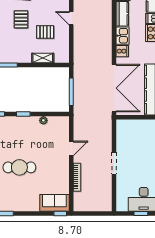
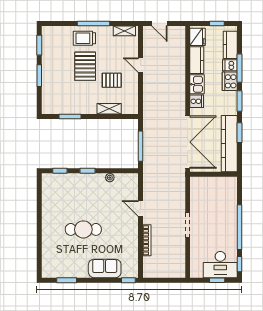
pallet: (21, 19) -> (85, 66), width x1.50, depth x1.42
door: (71, 148) -> (141, 208), swing flipped
sofa: (54, 203) -> (105, 268), moved

